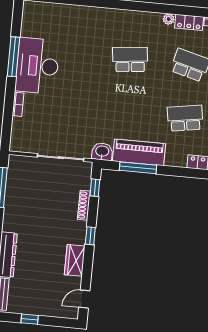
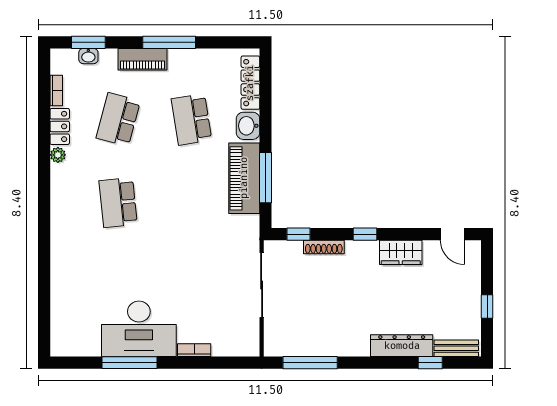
washbasin: (102, 152) -> (248, 126), moved

